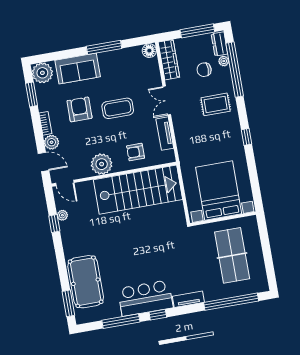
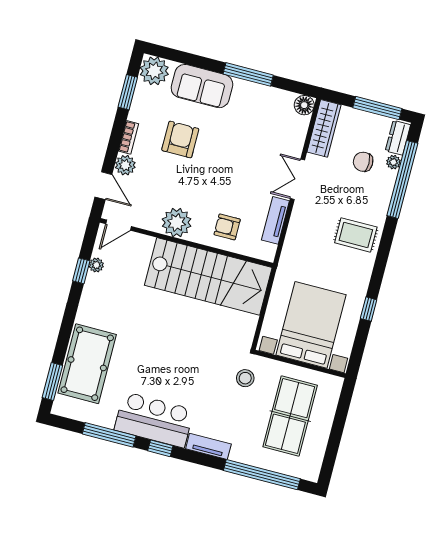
rug: (216, 104) -> (356, 235), moved
coffee table: (118, 108) -> (230, 161), removed
window: (247, 137) -> (369, 309), moved
door: (65, 183) -> (118, 225), hinge flipped
stool: (192, 244) -> (245, 378), added

